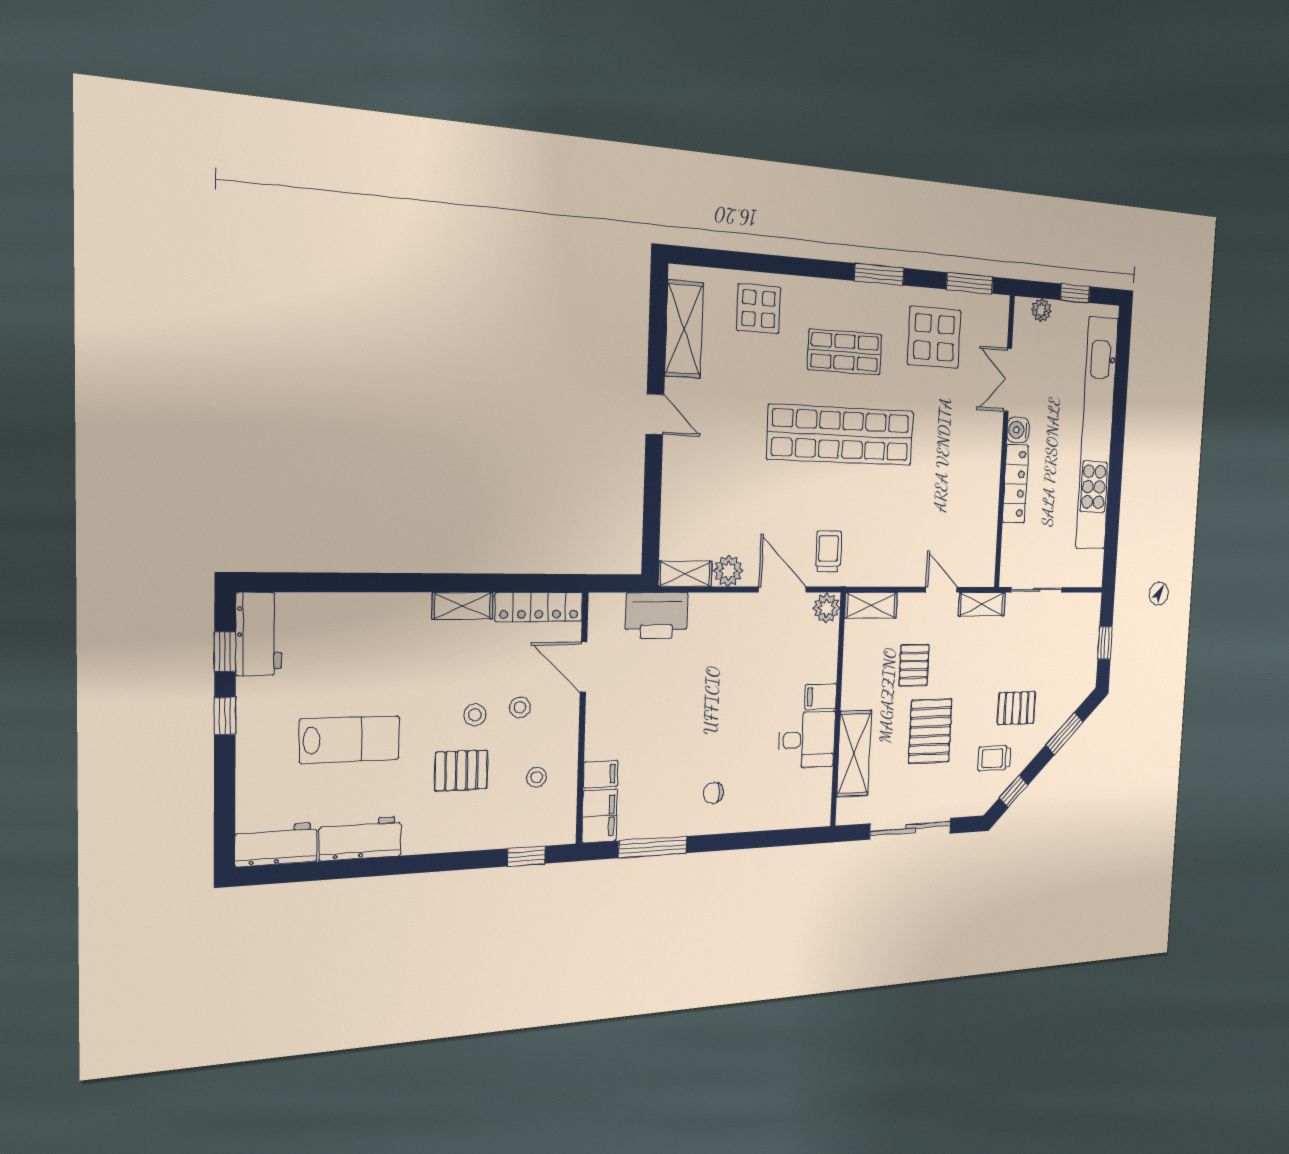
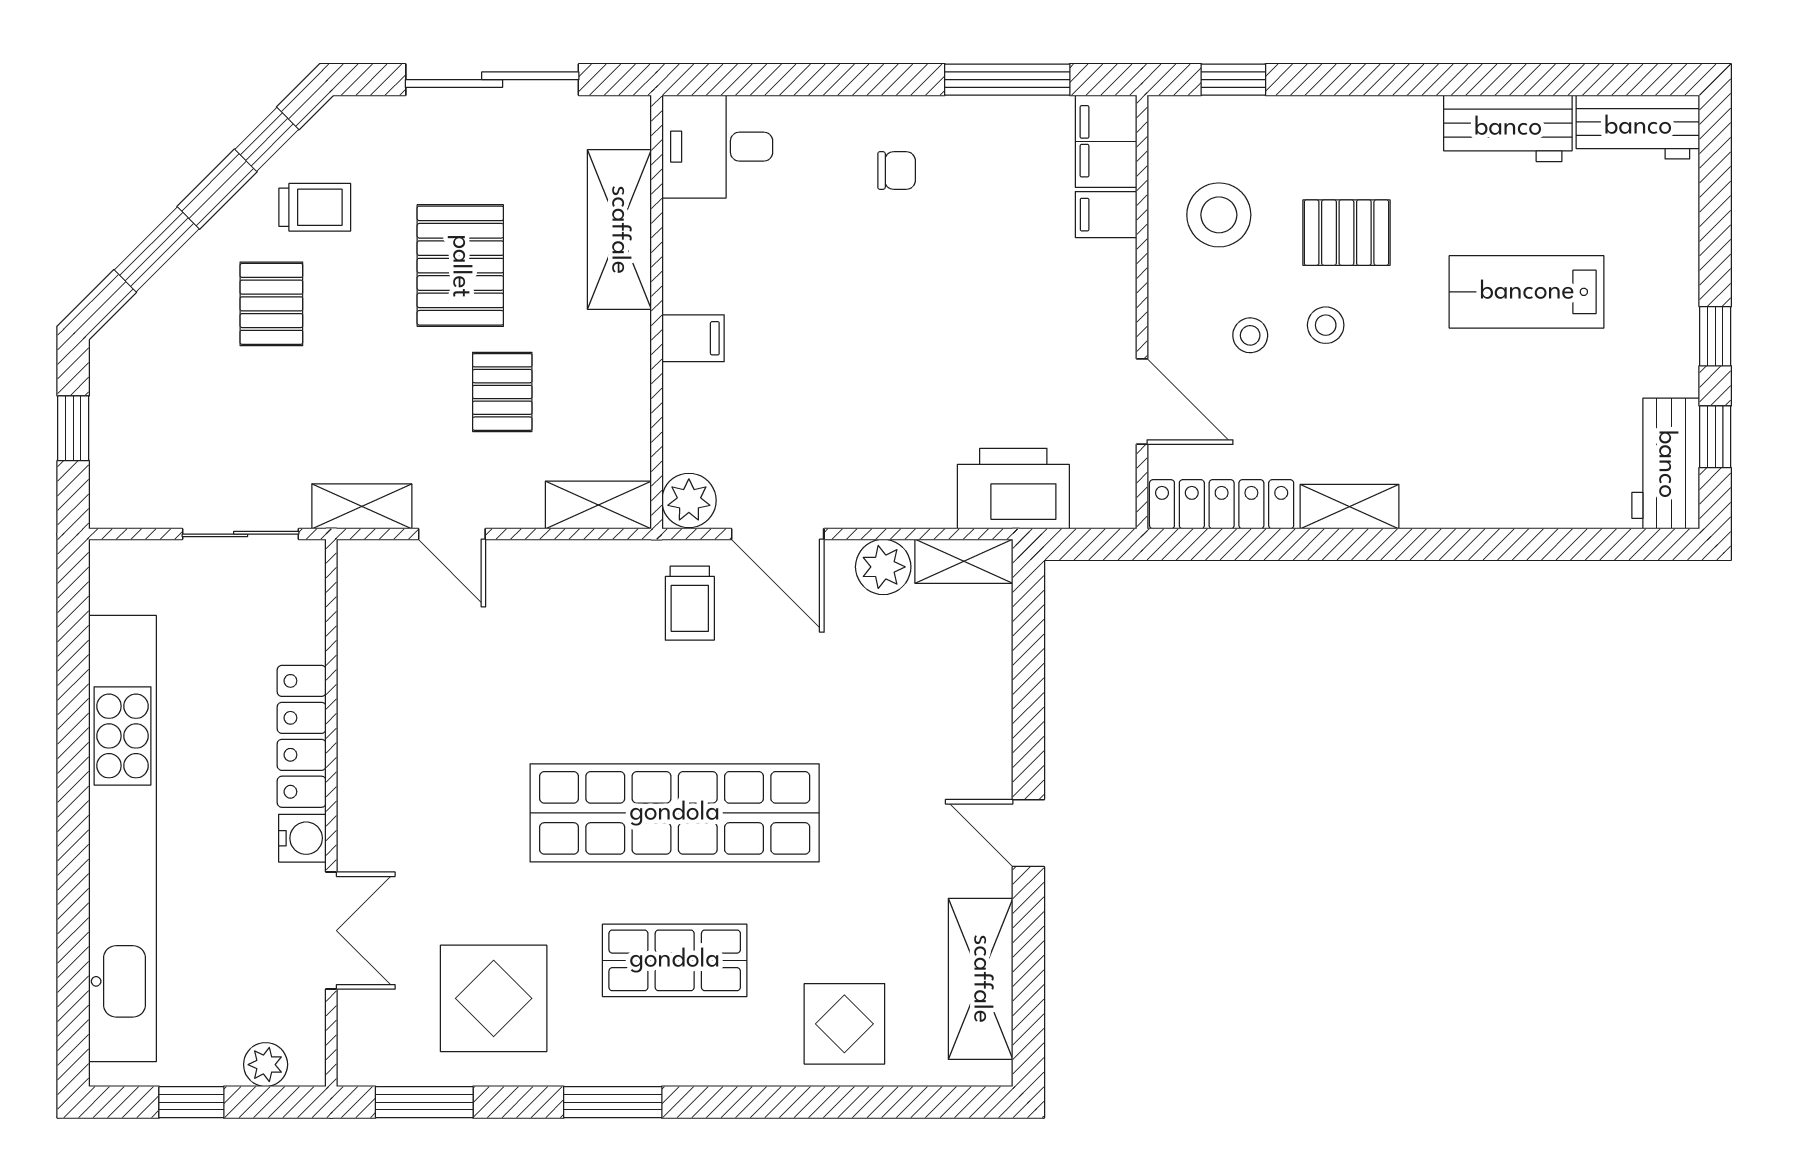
pallet: (1016, 708) -> (271, 304), turned 90
desk: (807, 740) -> (717, 147), moved
stool: (537, 777) -> (1219, 215), width x1.89, depth x1.89

